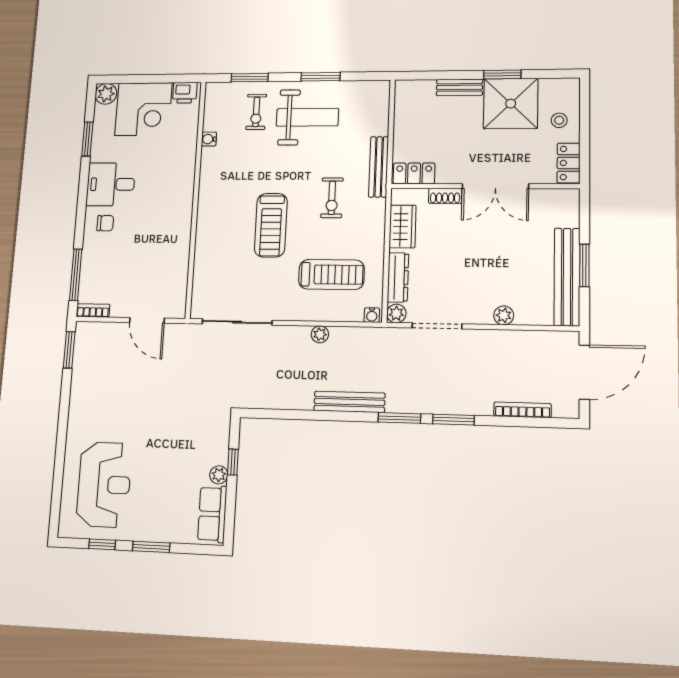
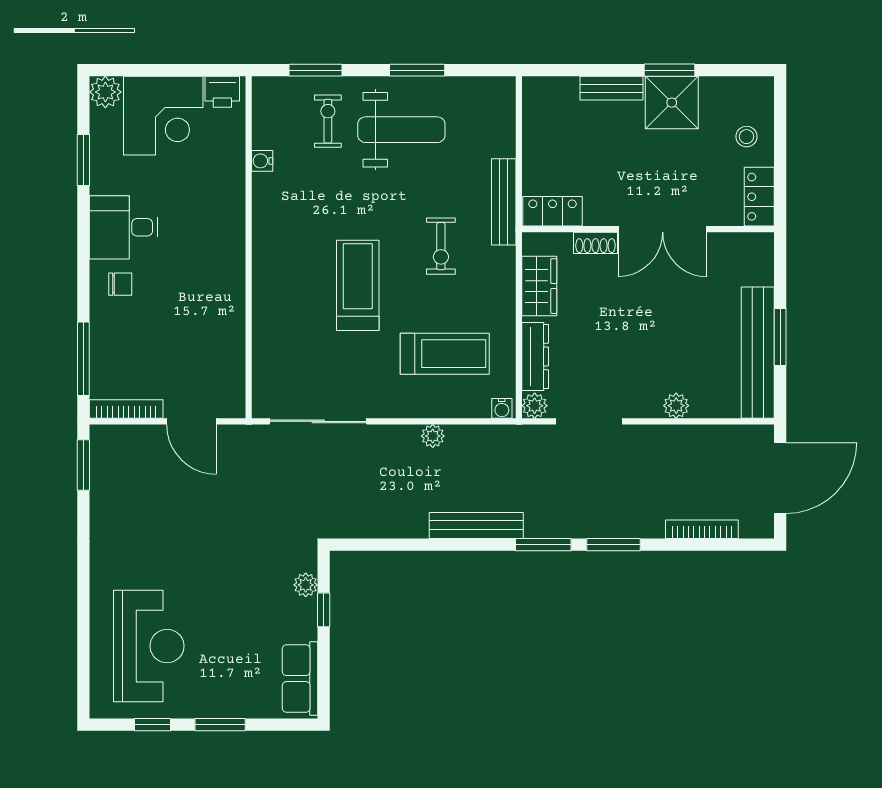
shower: (511, 104) -> (672, 103), width x0.73, depth x0.73
exercise bike: (256, 112) -> (328, 121), turned 180
treadmill: (271, 225) -> (358, 285), turned 180
bookcase: (93, 310) -> (126, 409), width x1.56
plant: (219, 475) -> (306, 585), moved

